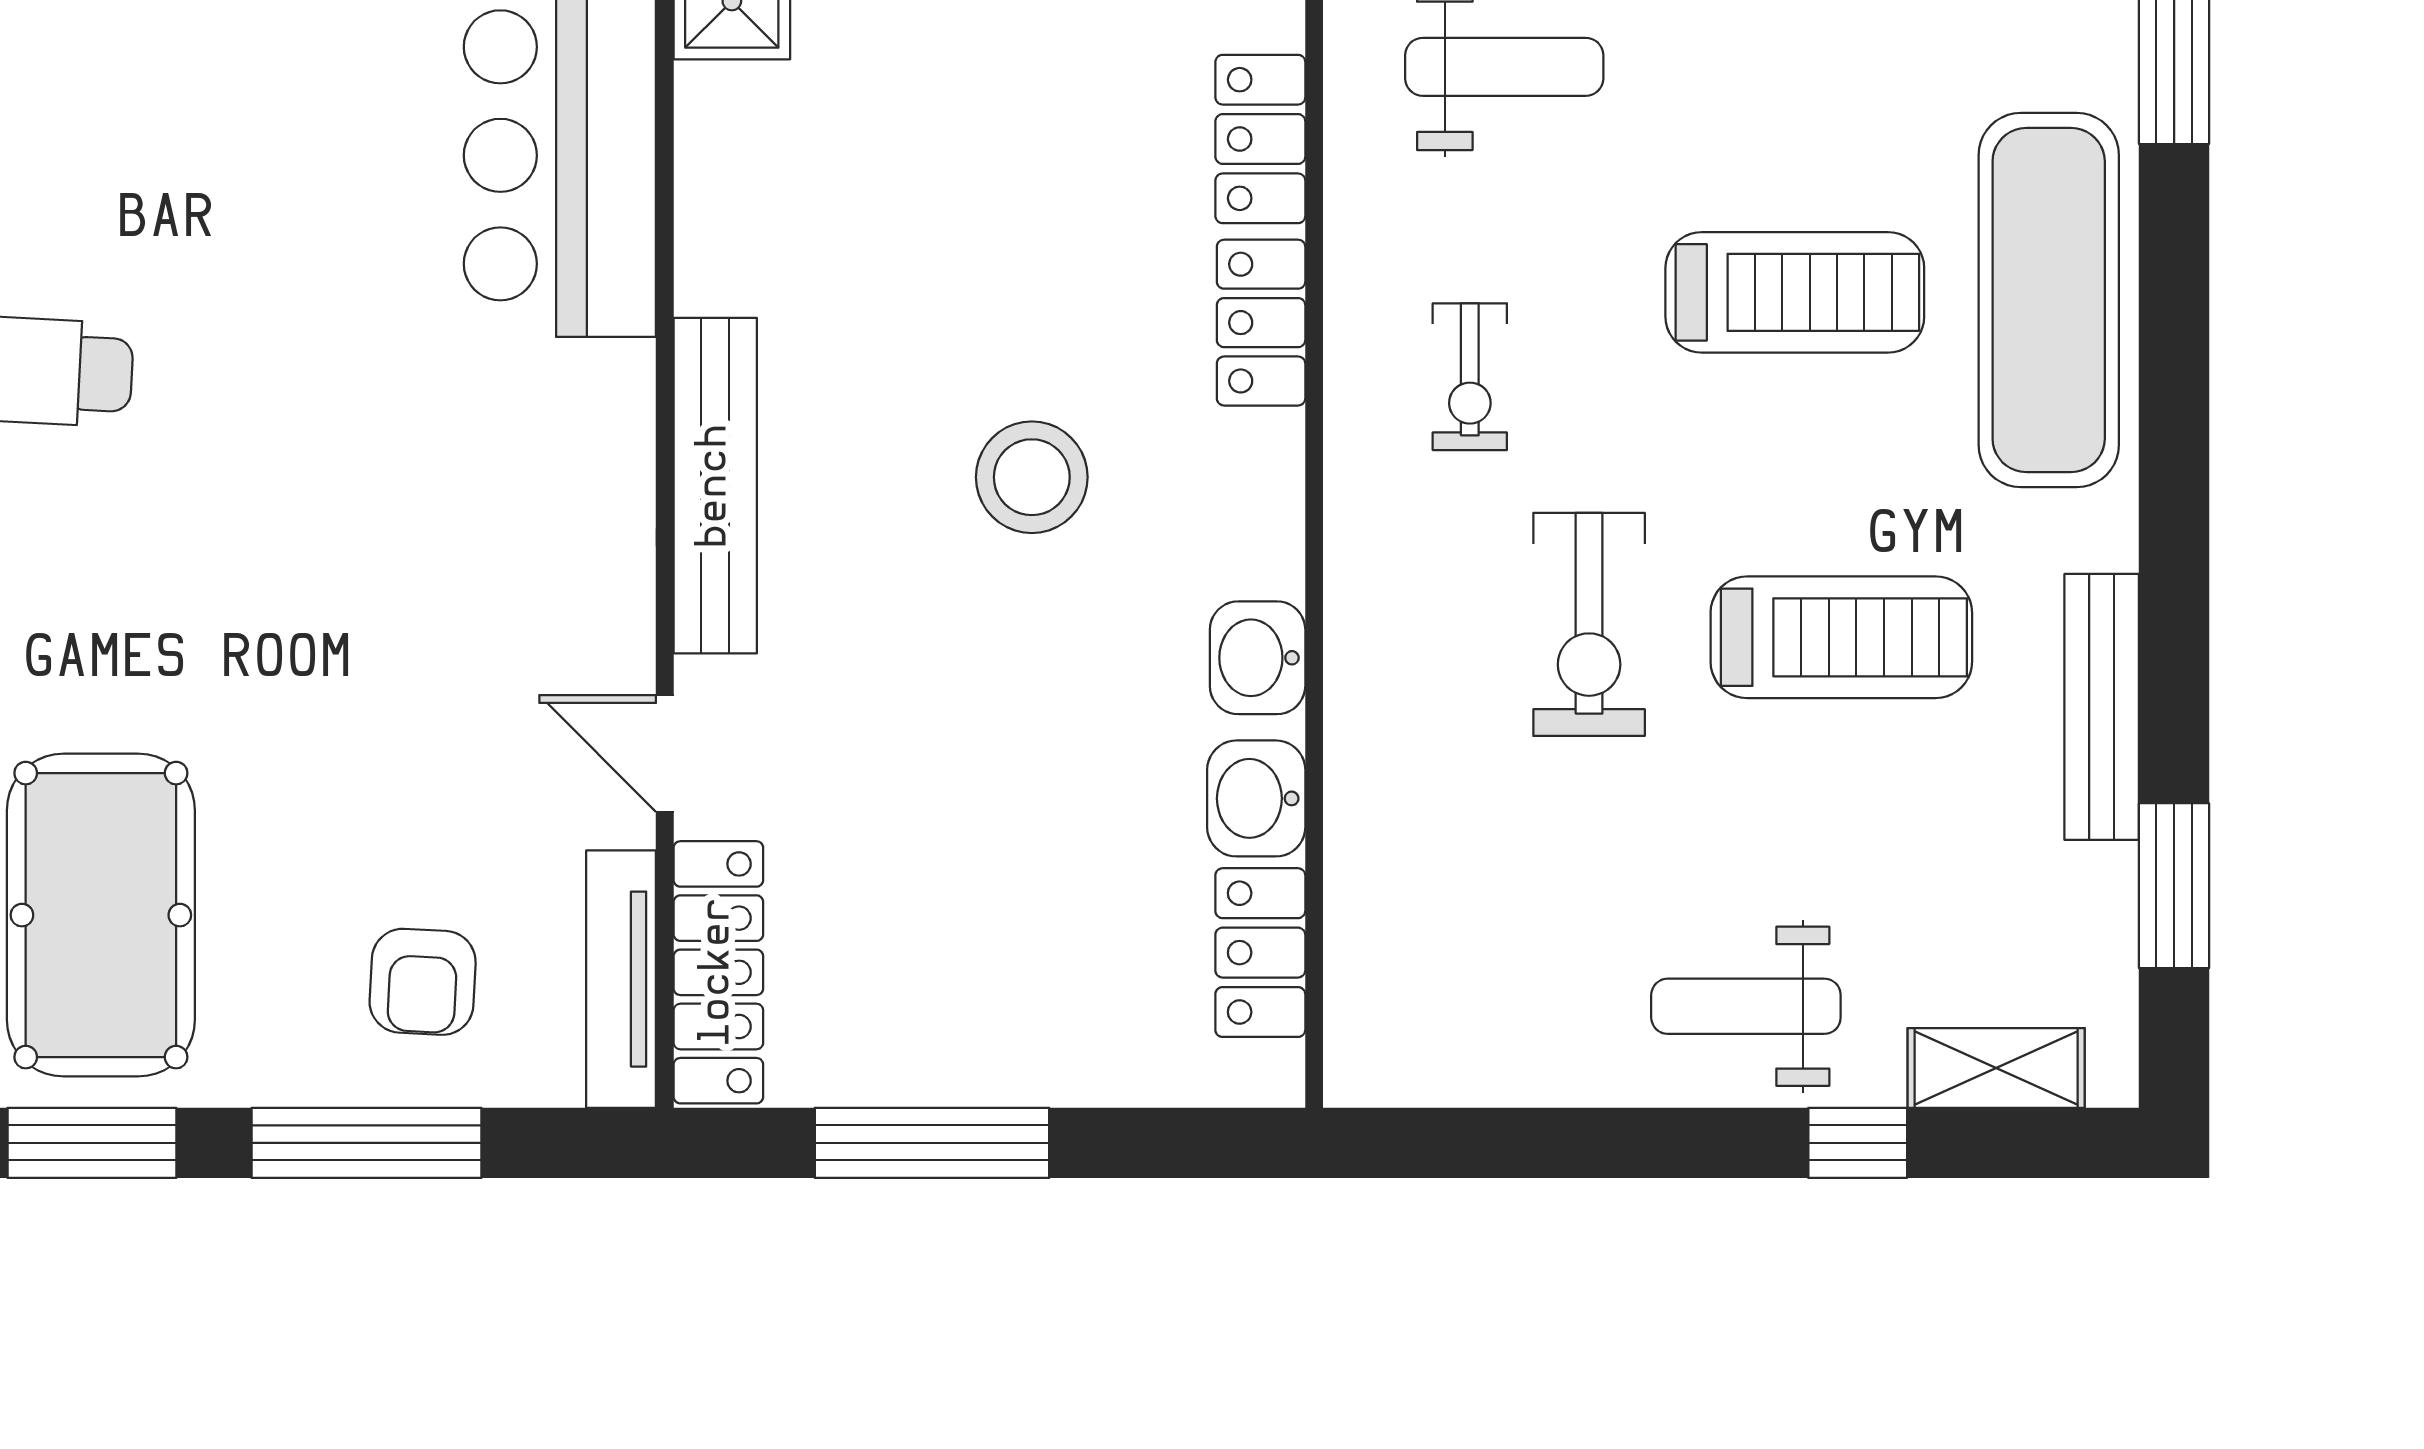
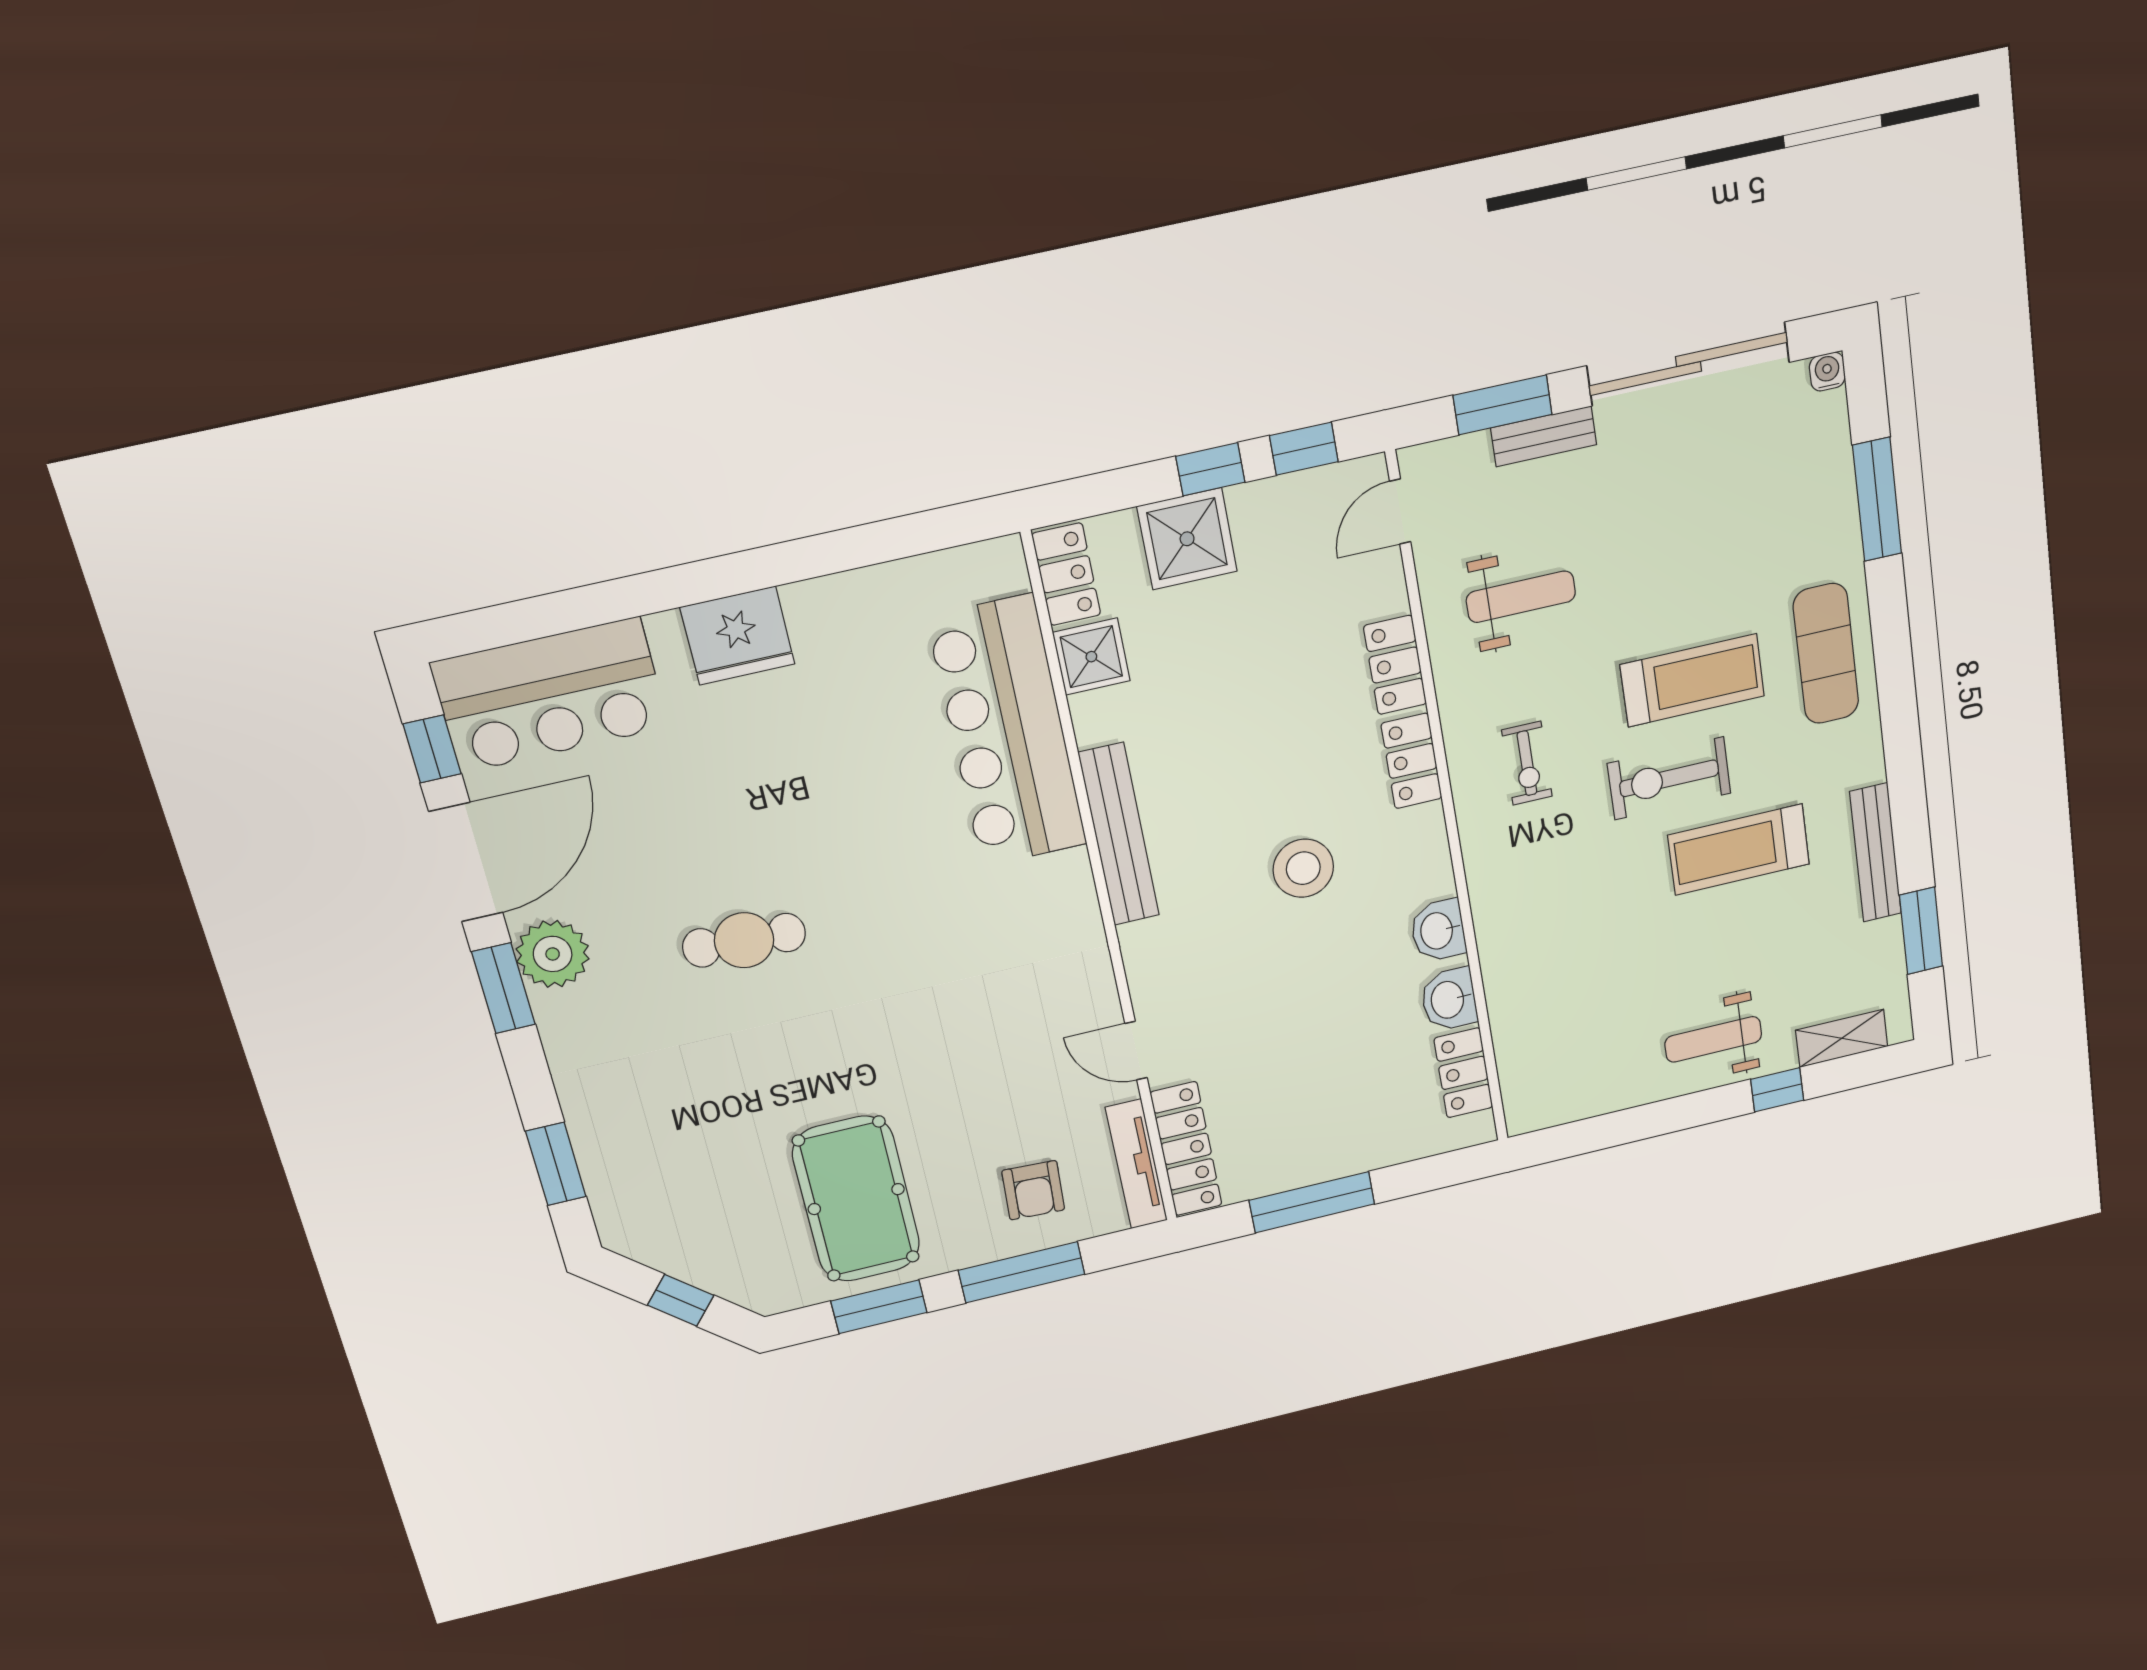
exercise mat: (2049, 300) -> (1826, 654), width x0.73, depth x0.69
bench: (715, 486) -> (1119, 834), moved
exercise bike: (1589, 624) -> (1669, 778), moved, turned 90
treadmill: (1841, 637) -> (1739, 850), turned 180

